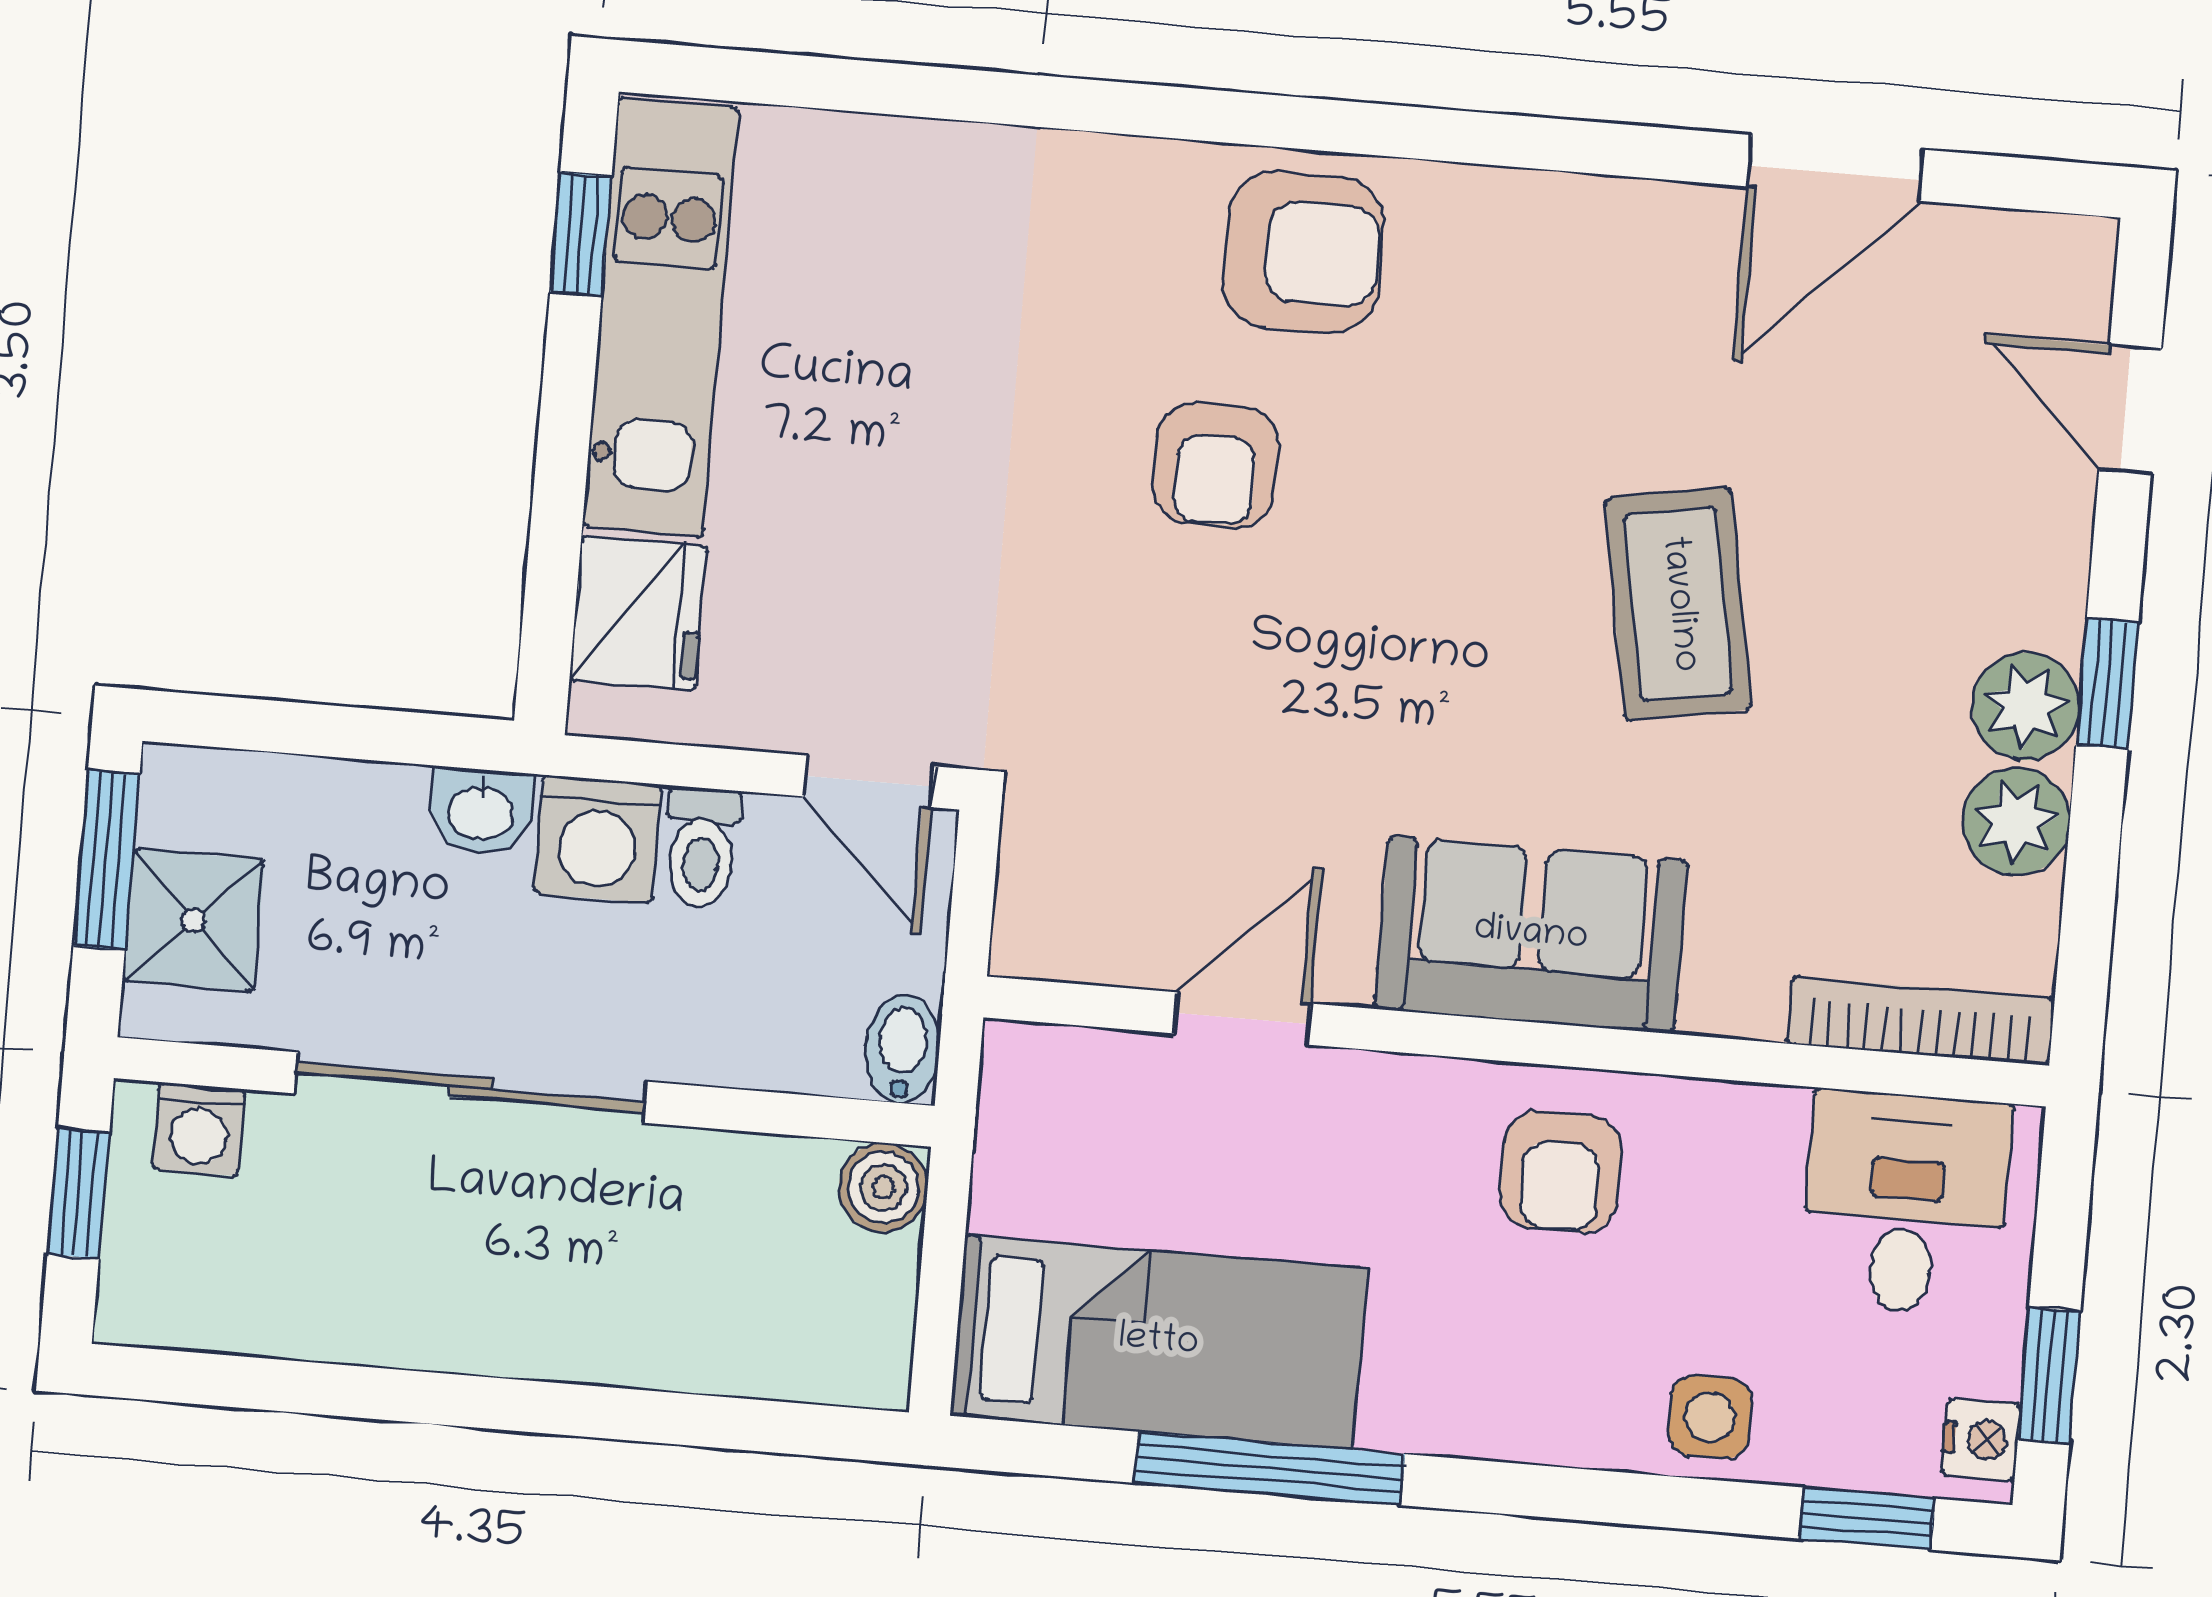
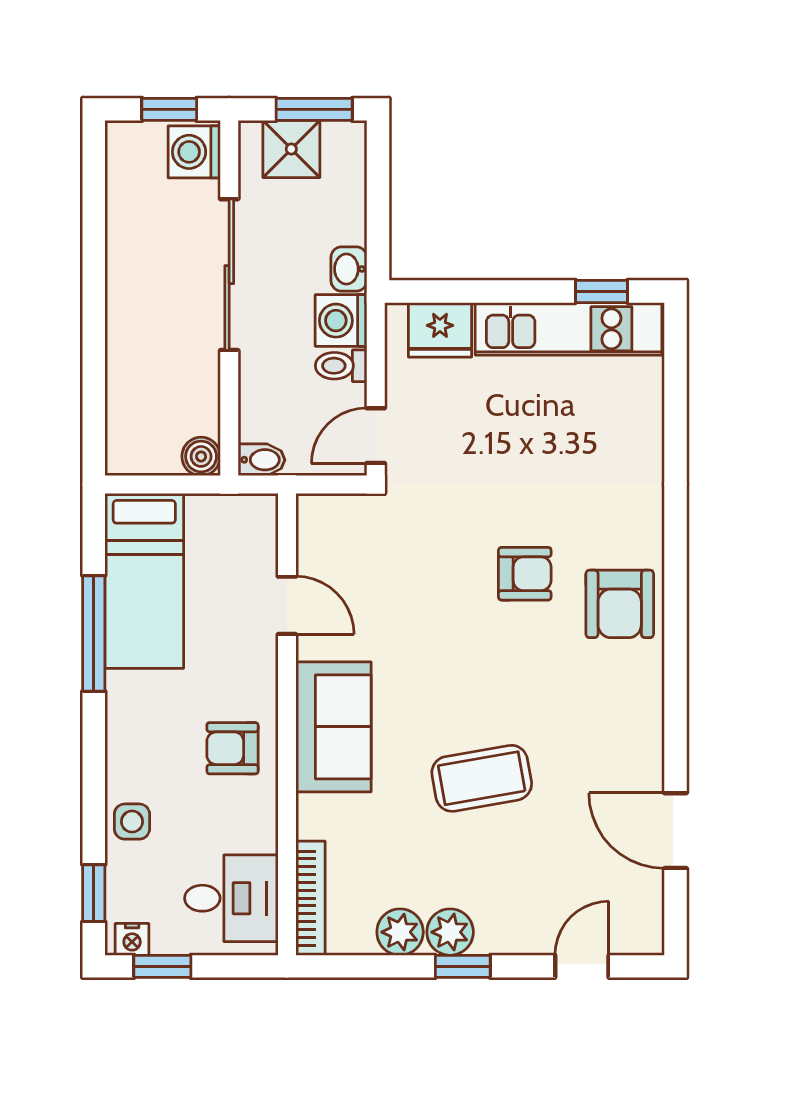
armchair: (1216, 465) -> (525, 574), turned 180
washing machine: (199, 1129) -> (194, 152), width x1.38, depth x1.38

